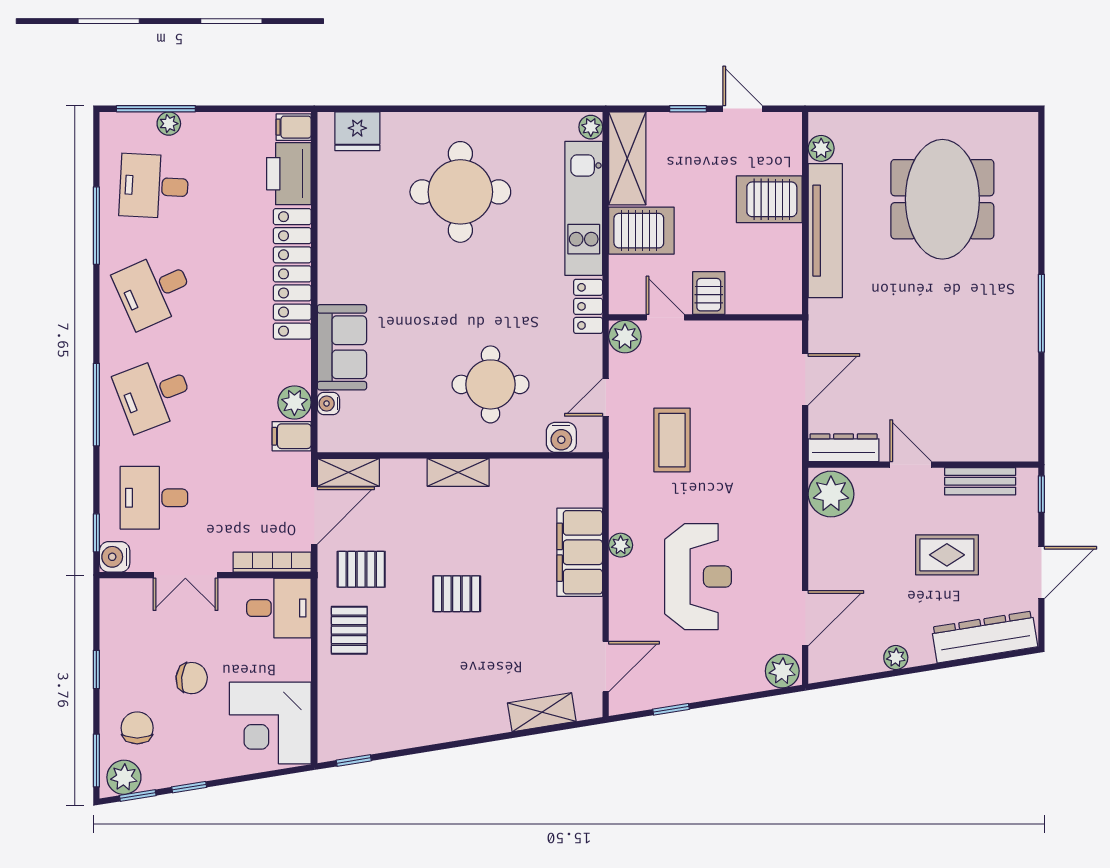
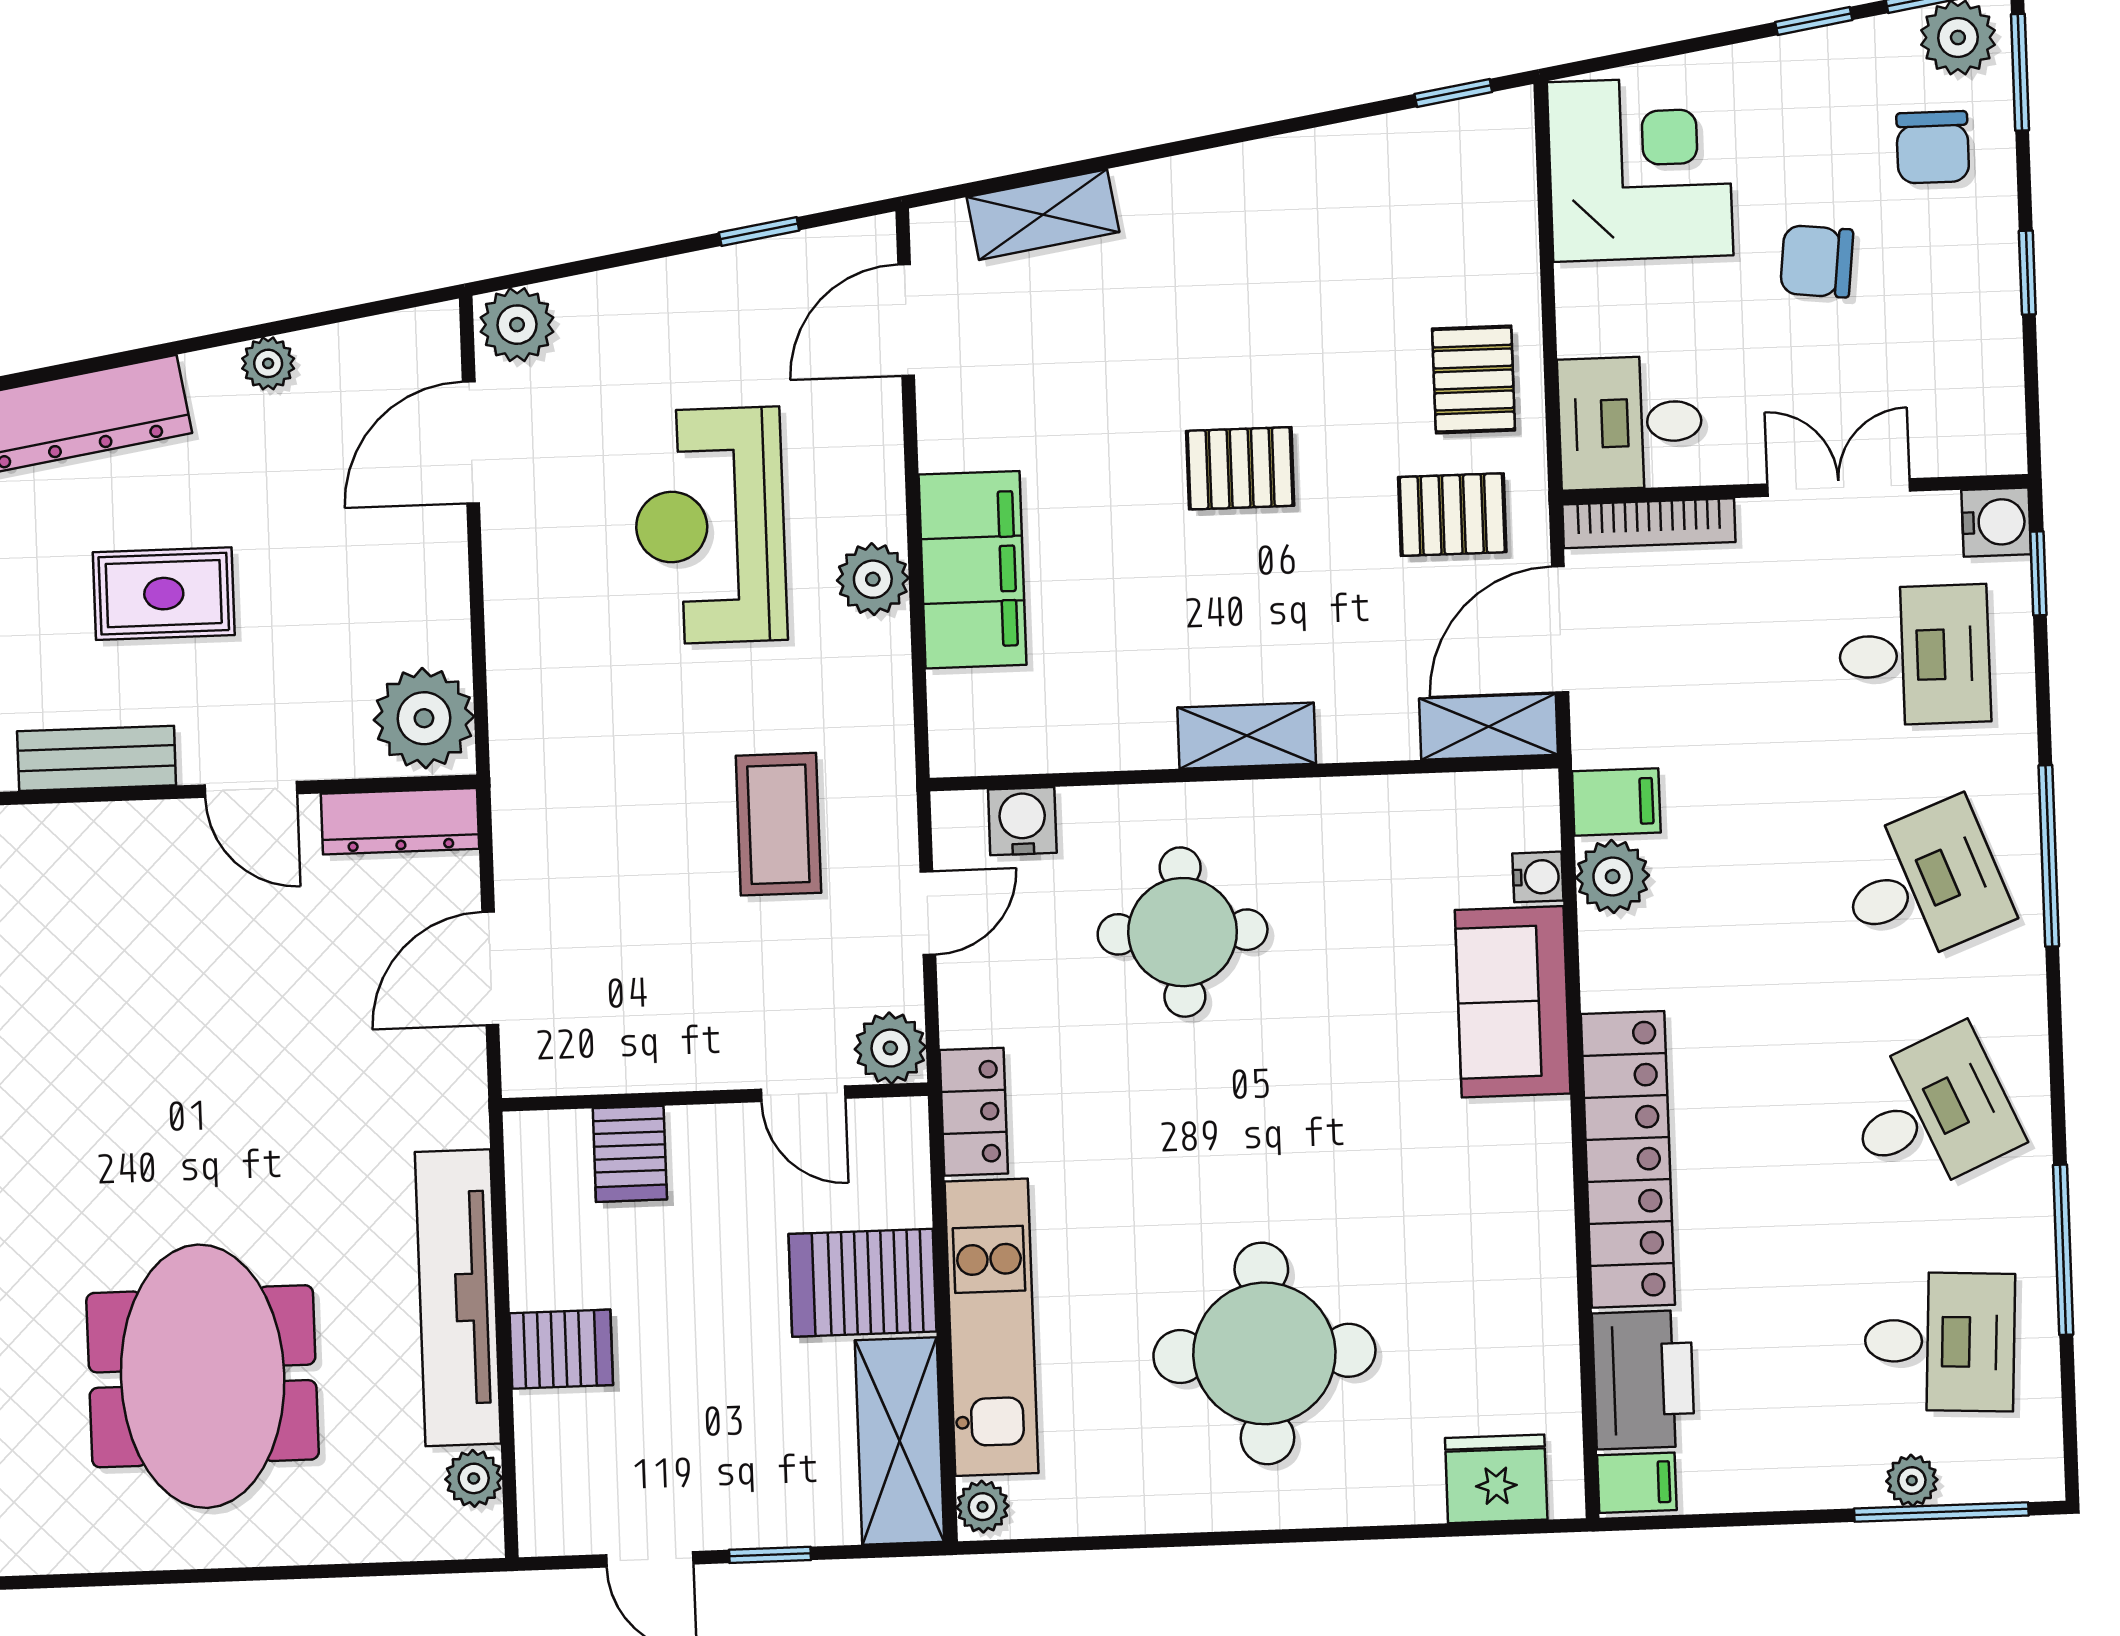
server rack: (769, 199) -> (561, 1349), width x0.73, depth x0.70
server rack: (709, 293) -> (630, 1154), moved
plant: (621, 545) -> (873, 579), width x1.38, depth x1.38

